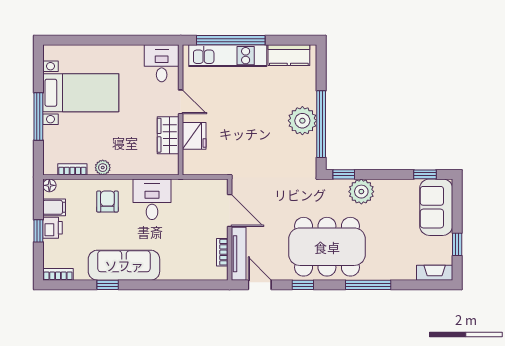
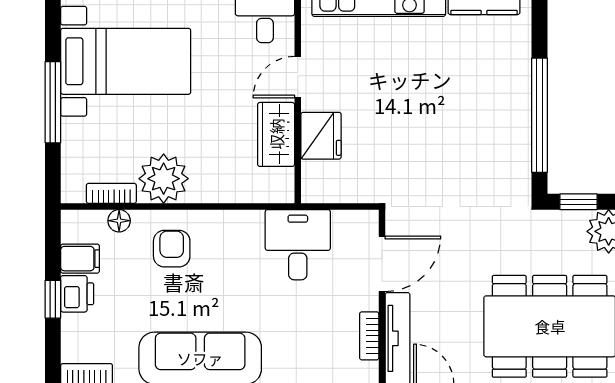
door: (181, 102) -> (298, 77), swing flipped
plant: (302, 121) -> (507, 109), removed
plant: (103, 168) -> (164, 179), width x1.87, depth x1.87
floor lamp: (49, 185) -> (119, 221), moved
desk: (152, 199) -> (298, 245), moved
door: (230, 210) -> (382, 264), hinge flipped

